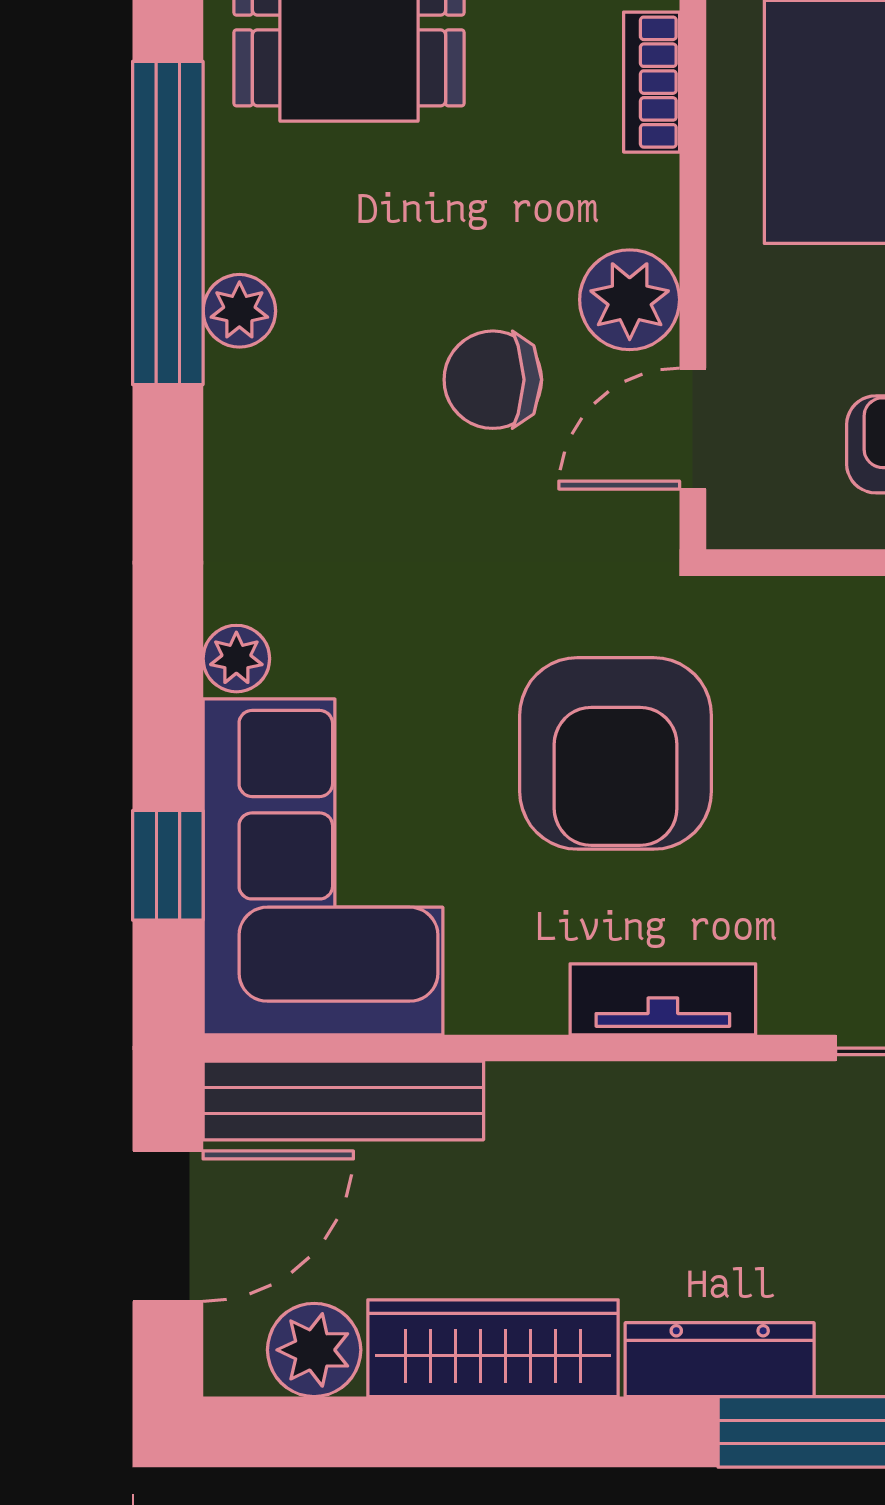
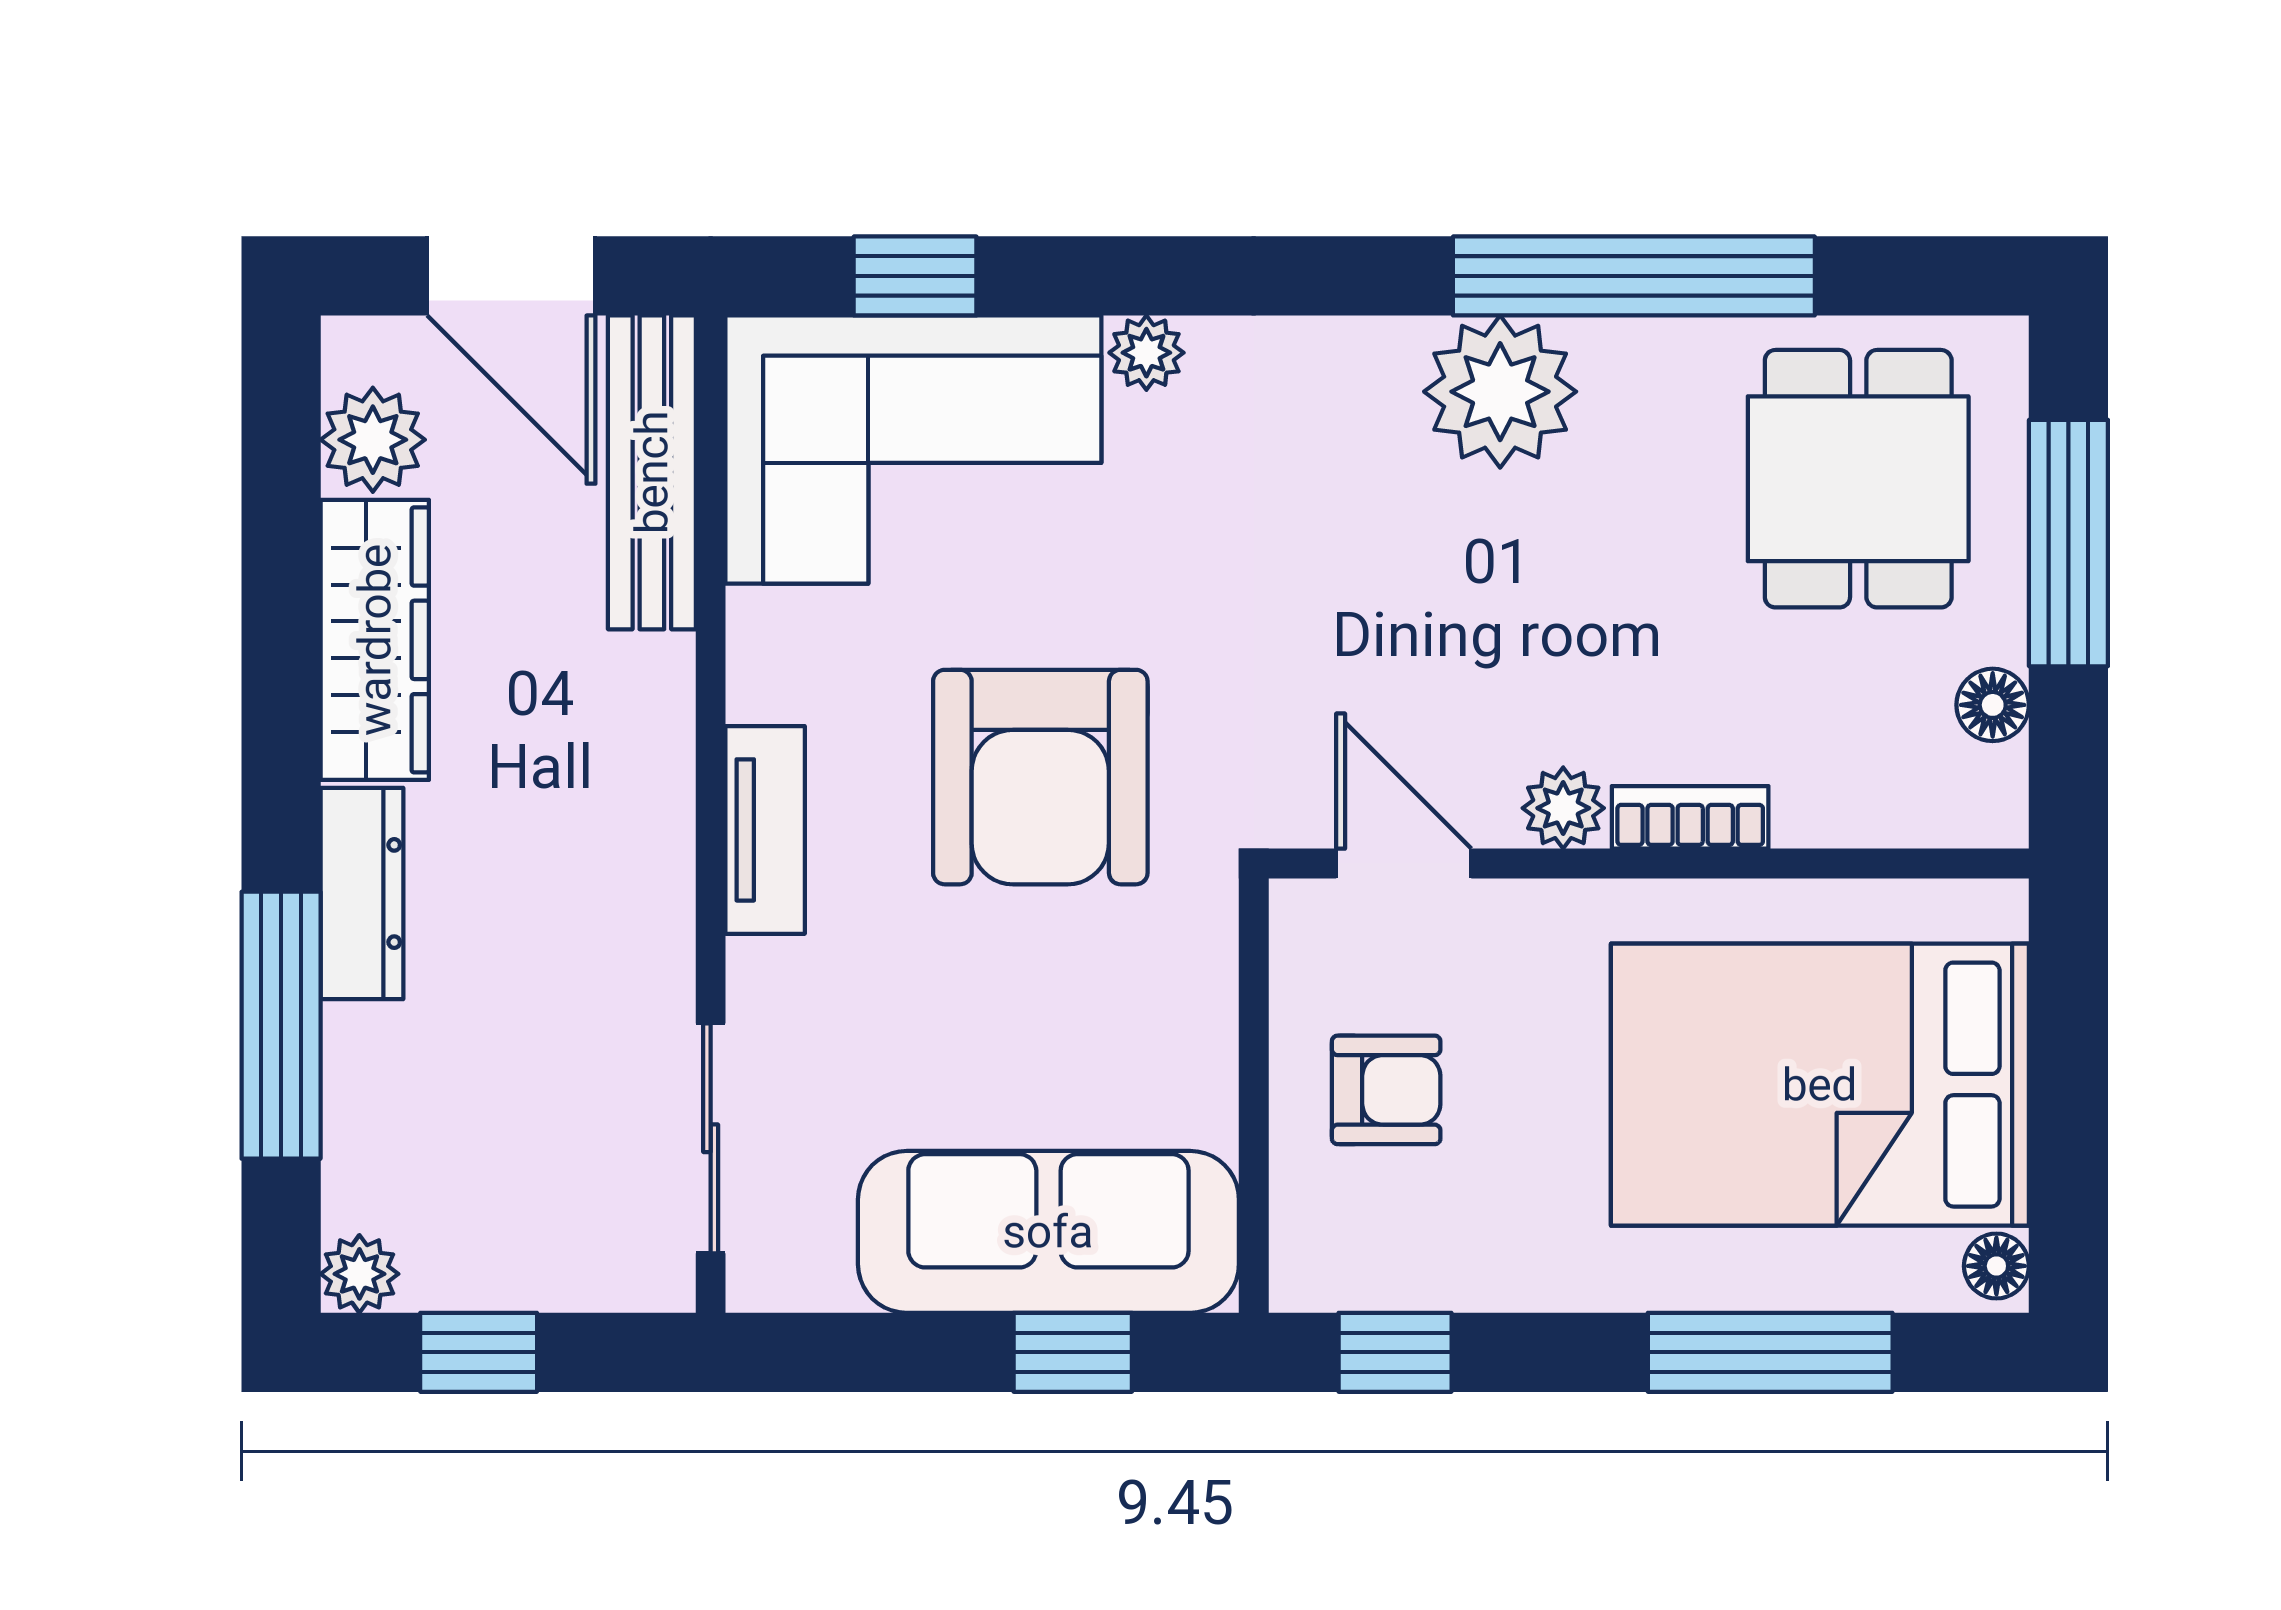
bookcase: (652, 82) -> (1690, 817), moved
plant: (630, 300) -> (1563, 808), width x0.73, depth x0.73
plant: (239, 311) -> (1500, 392), width x1.88, depth x1.88
chair: (493, 380) -> (1458, 640), removed
armchair: (616, 753) -> (1040, 777), turned -90

